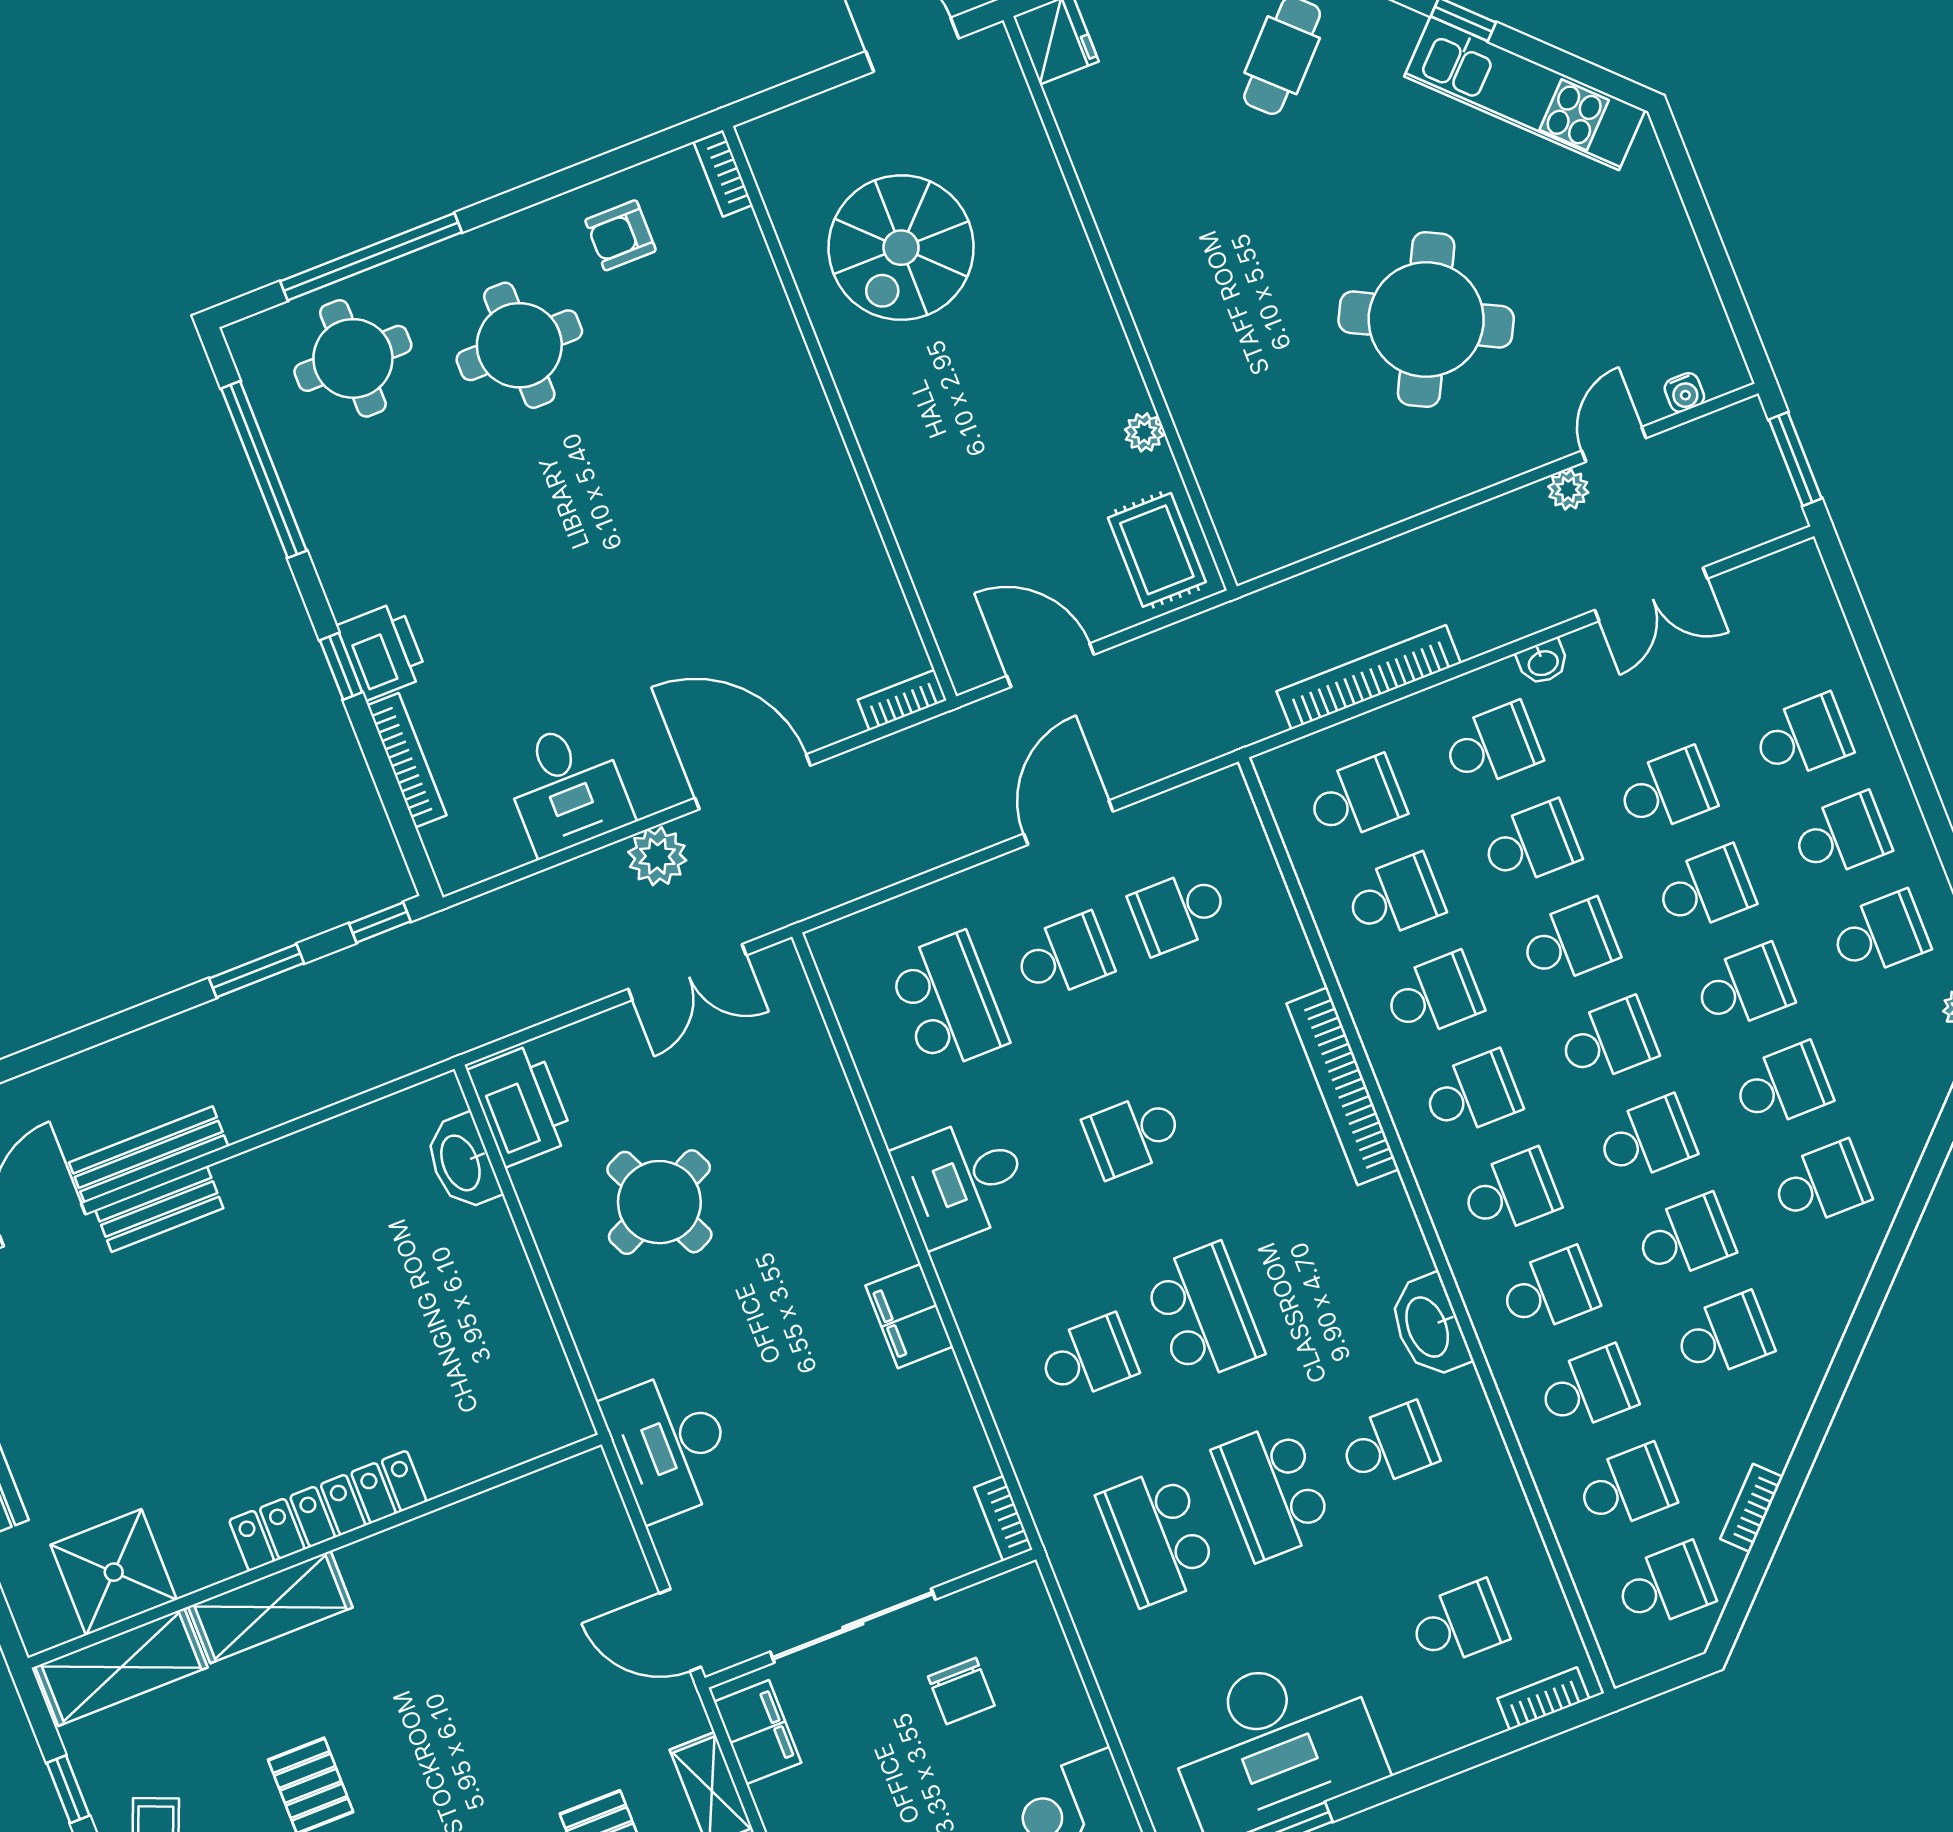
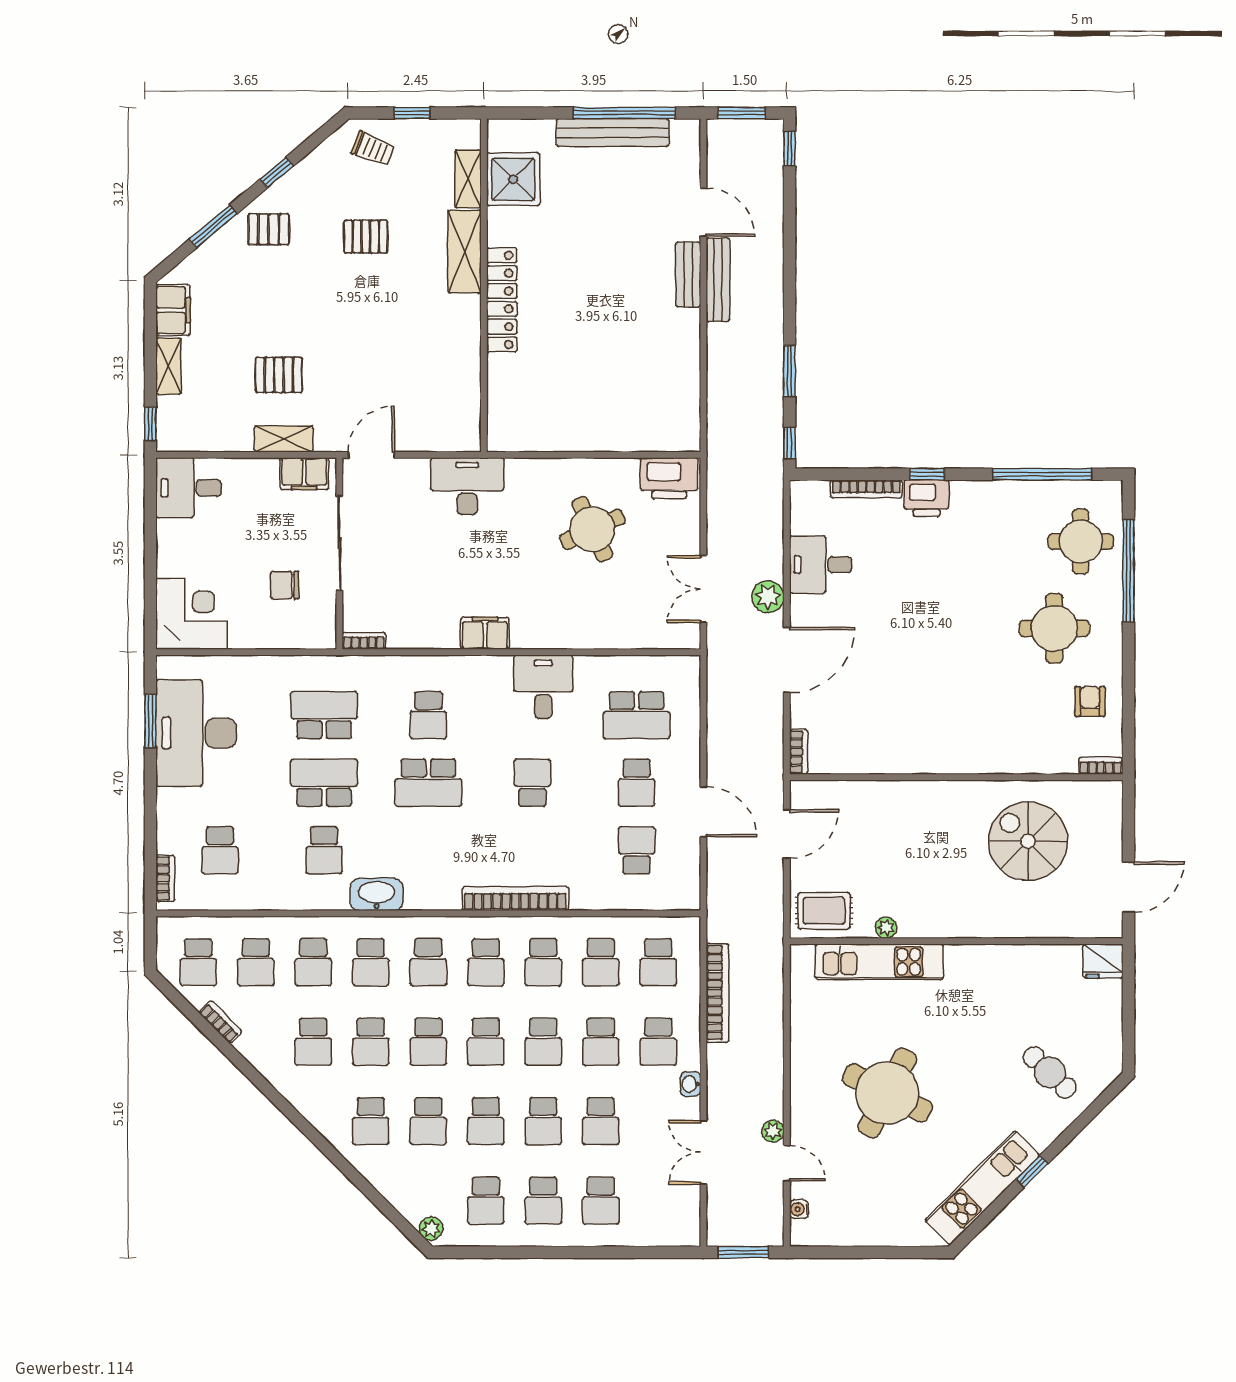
kitchen unit: (1207, 421) -> (879, 962), added
washbasin: (462, 1162) -> (652, 437), removed
shelving: (121, 1667) -> (468, 179), width x0.67, depth x0.75

